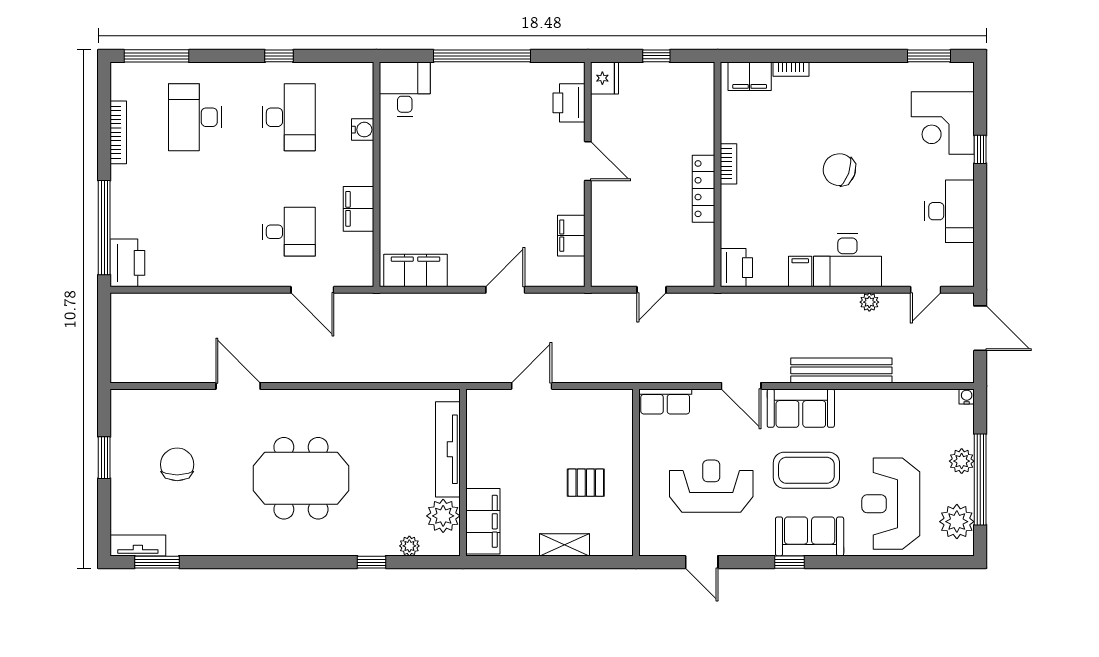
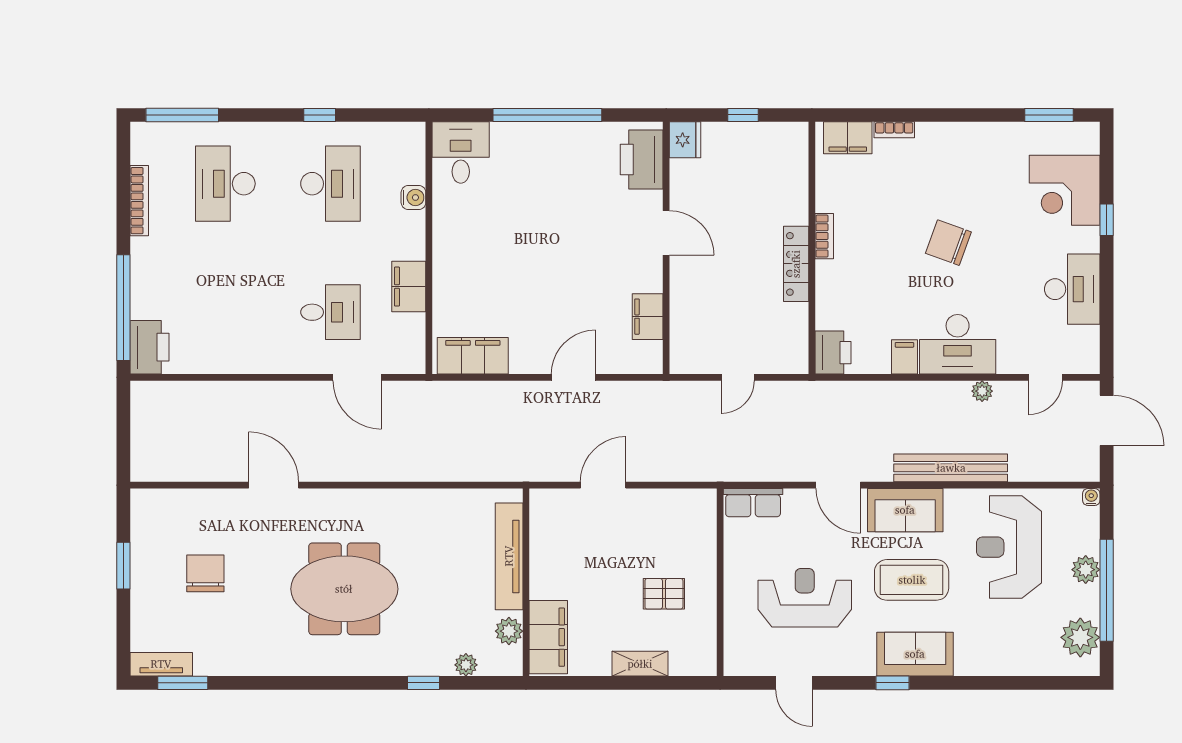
printer: (569, 103) -> (642, 160), width x1.37, depth x1.19
reception desk: (891, 504) -> (1009, 547), moved
plant: (443, 516) -> (509, 631), width x0.73, depth x0.73

